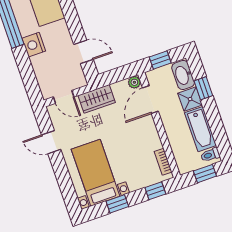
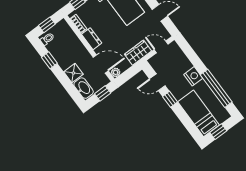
window: (74, 24) -> (170, 99), added
window: (203, 88) -> (49, 60), moved
door: (150, 100) -> (101, 64), hinge flipped
bathtub: (200, 129) -> (60, 55), removed
dresser: (152, 137) -> (92, 39), added

